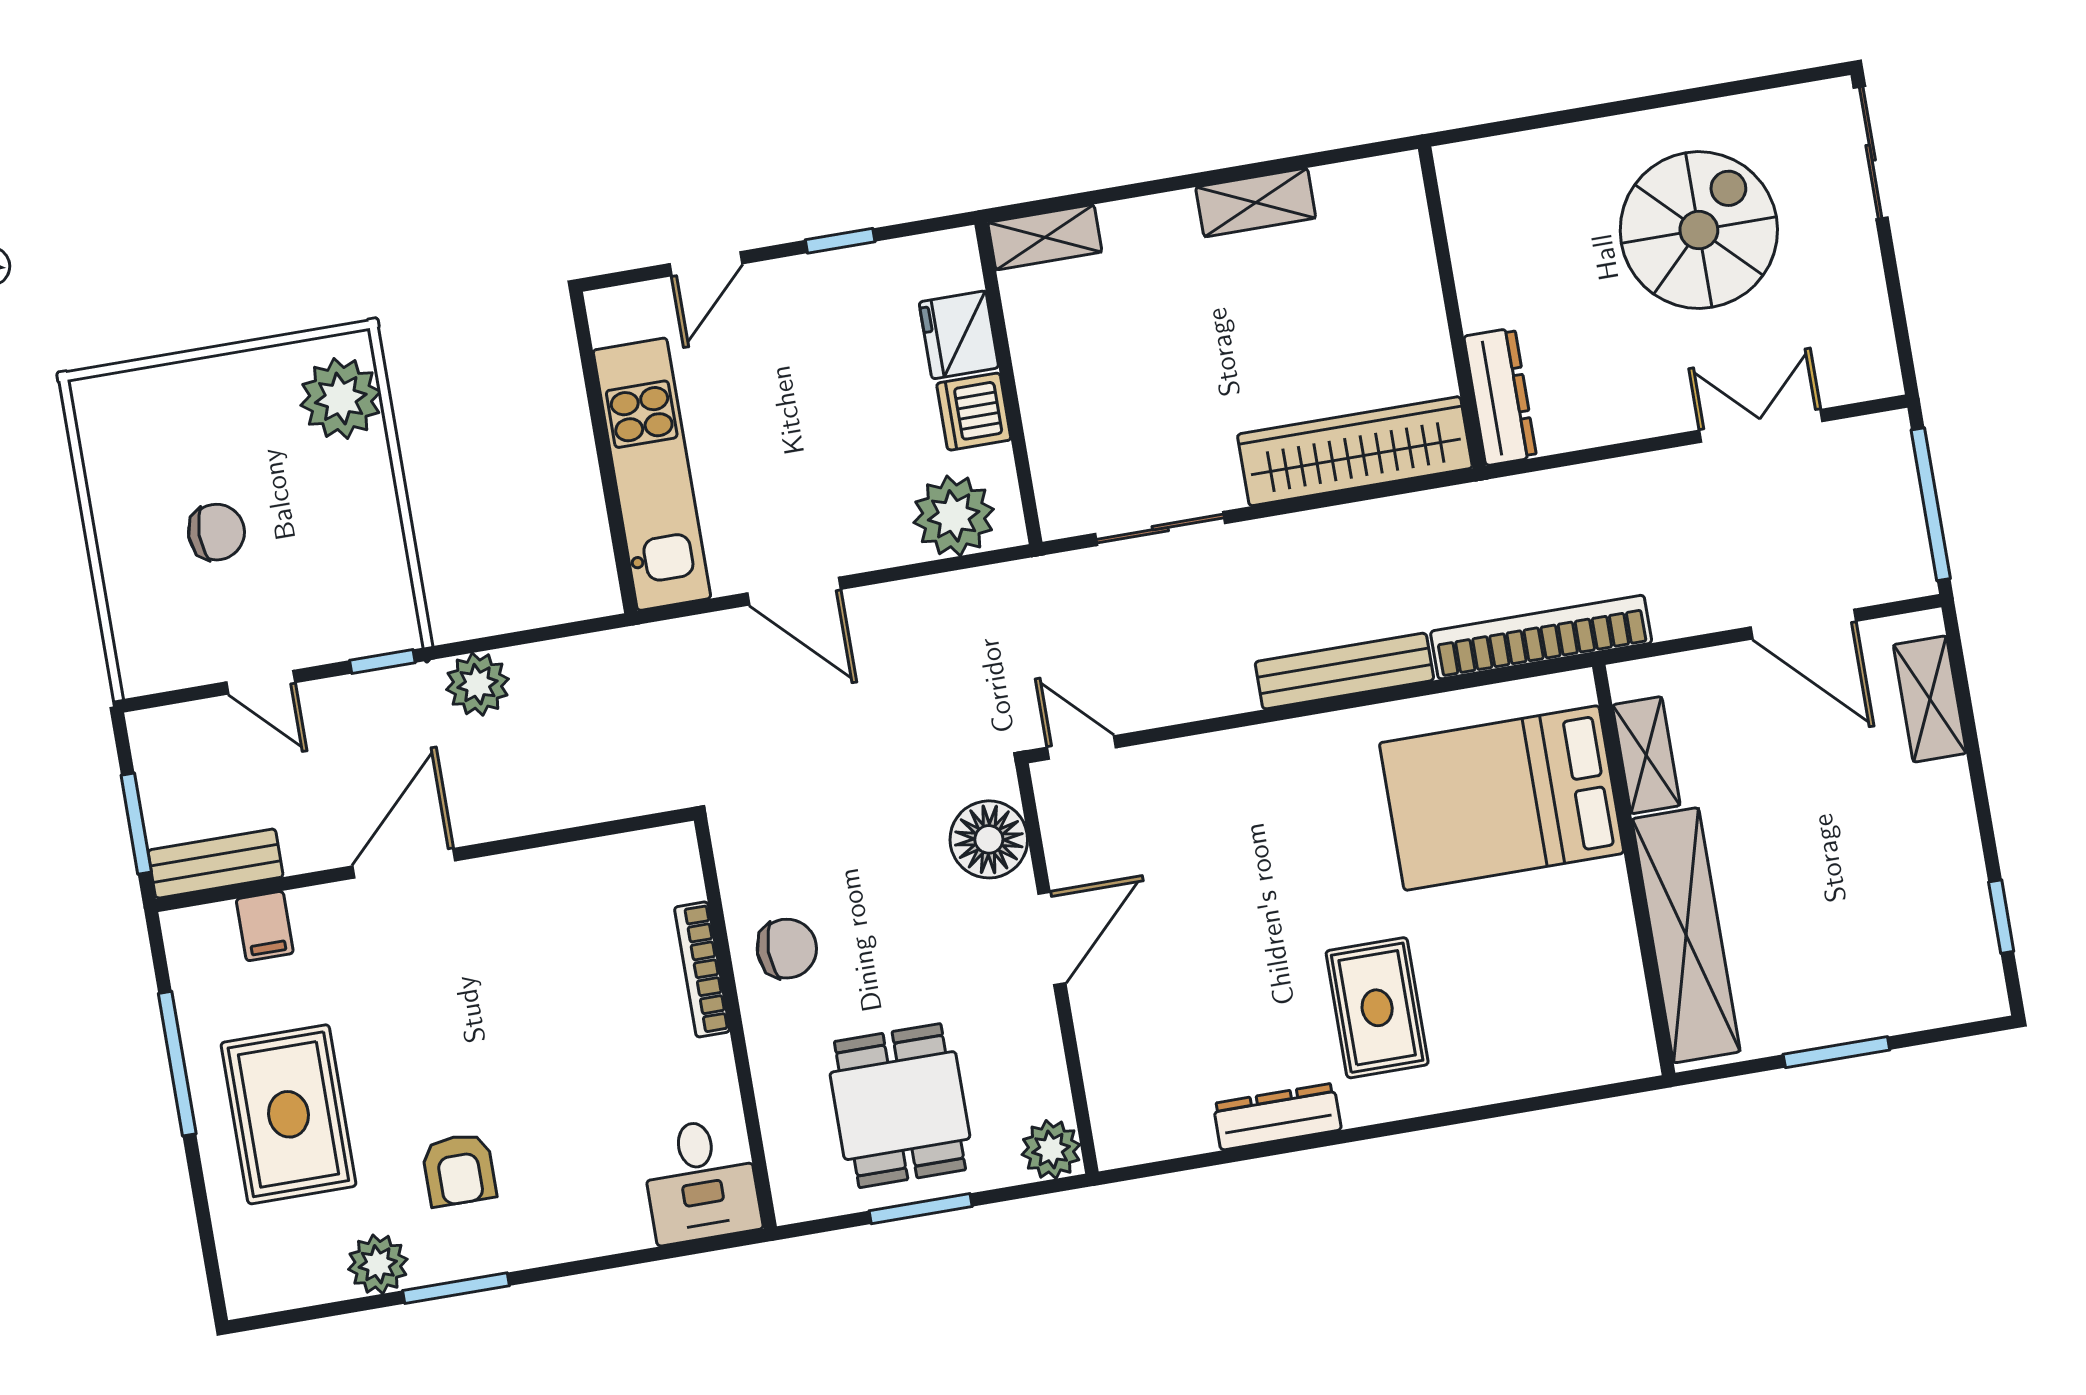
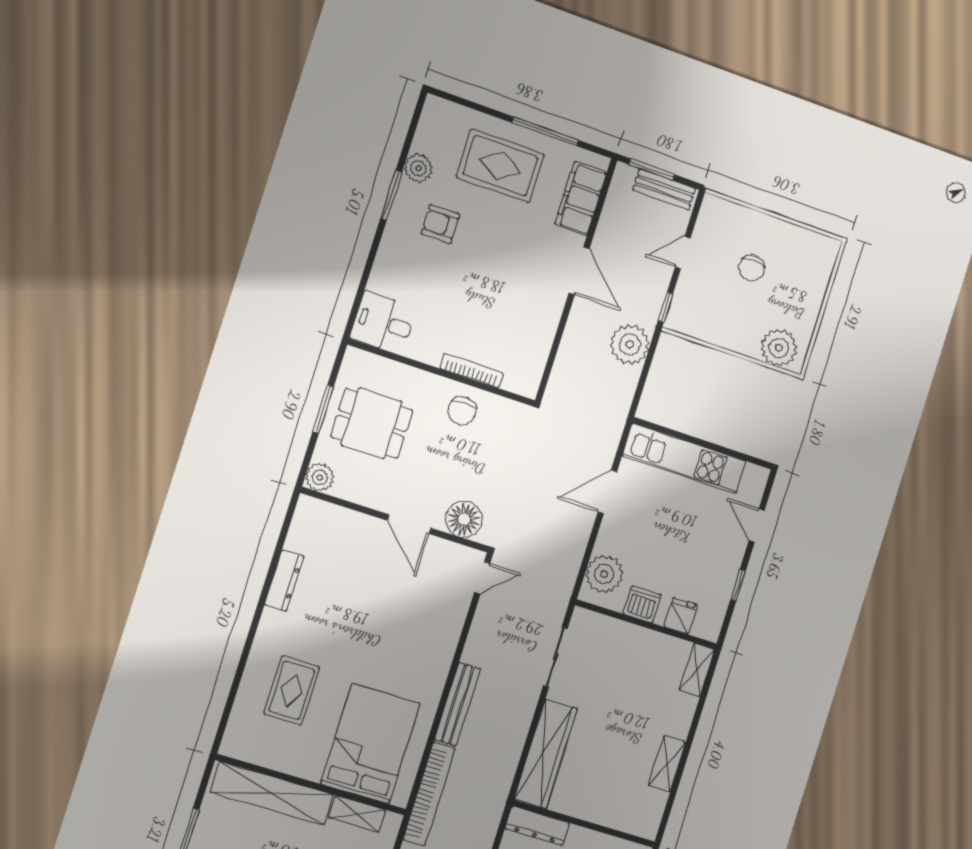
fridge: (959, 335) -> (681, 616), width x0.72
plant: (478, 684) -> (630, 344), width x1.36, depth x1.36
bench: (215, 864) -> (664, 189), moved, turned 90
filing cabinet: (265, 926) -> (581, 198), width x3.00, depth x1.17
rug: (1377, 1008) -> (292, 690), moved, turned 90

